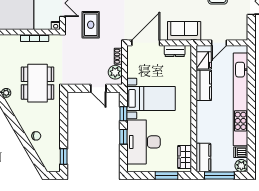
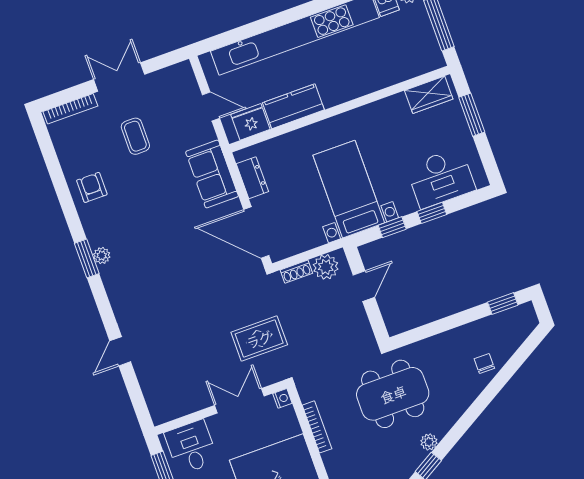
desk: (144, 142) -> (441, 178), width x0.73, depth x0.77
kitchen counter: (203, 158) -> (418, 62), removed

